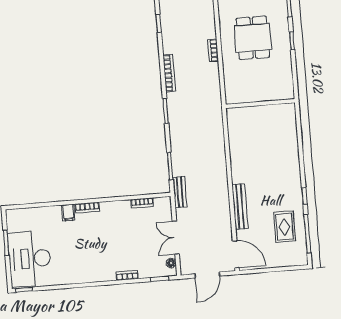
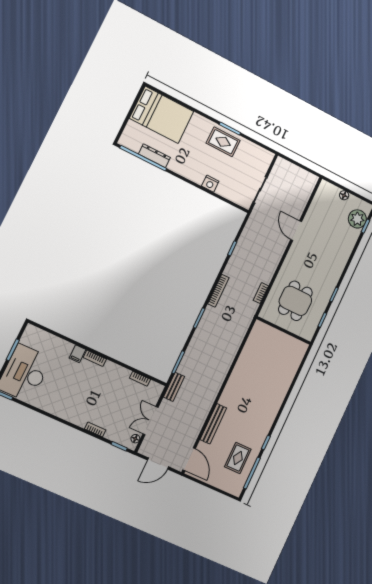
wall: (260, 104) -> (284, 331), moved

